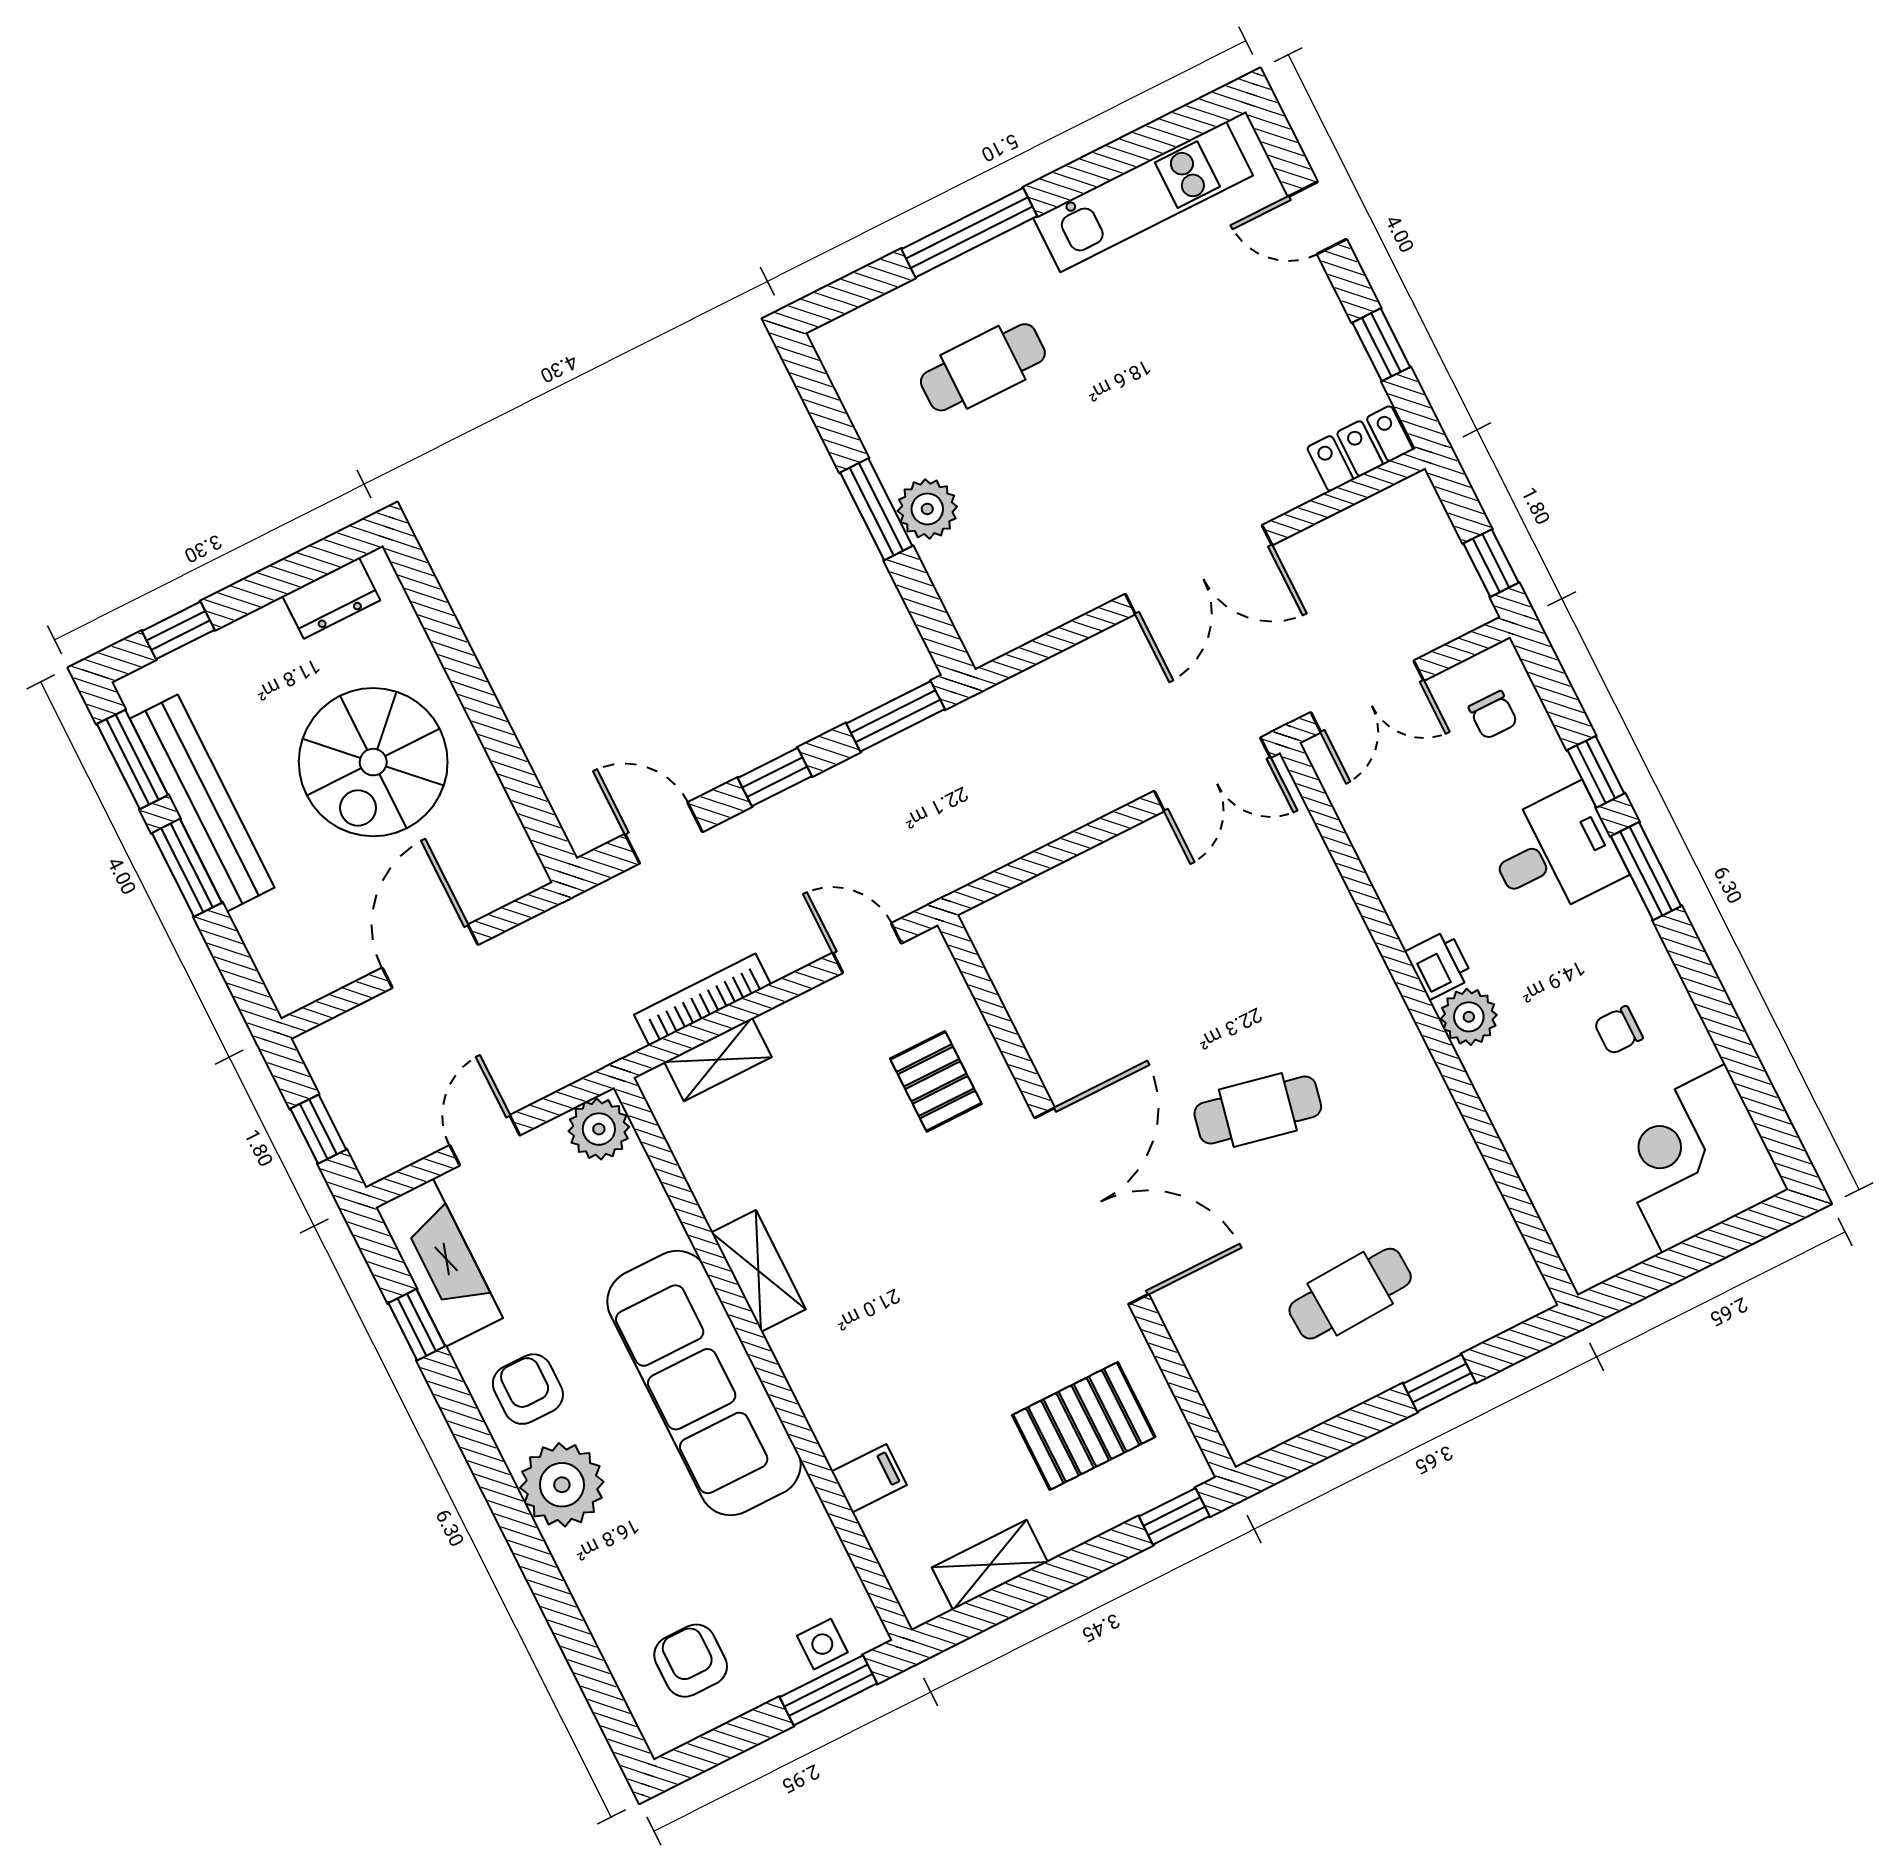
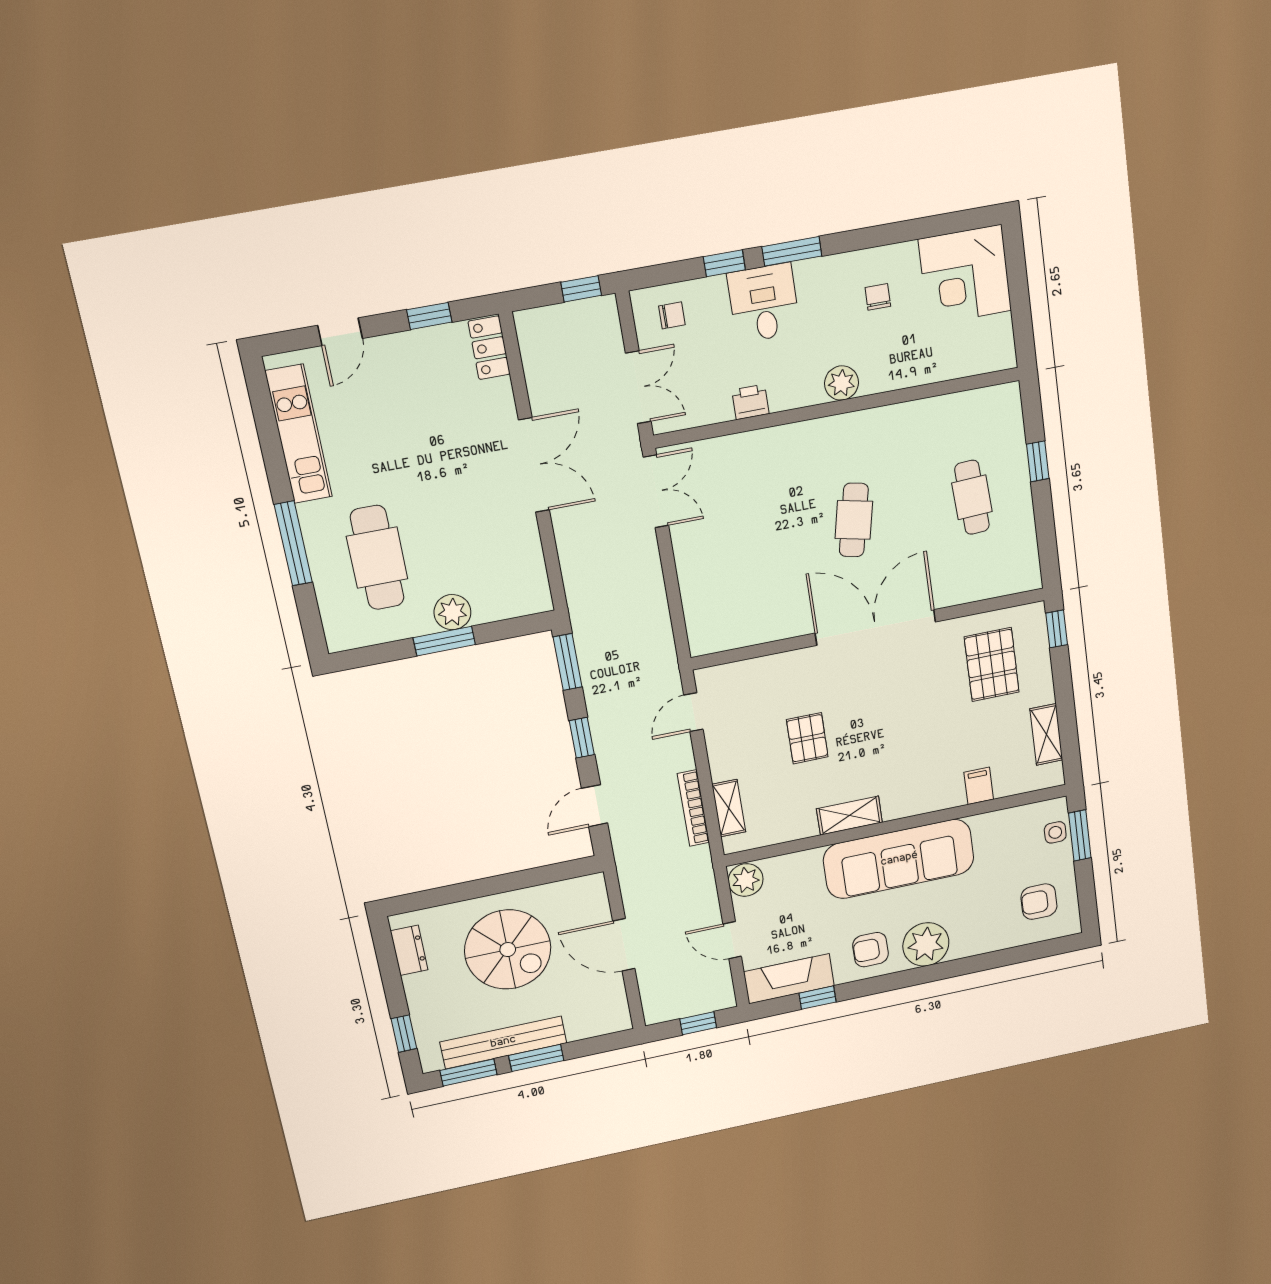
cafe table: (983, 367) -> (377, 558), width x1.37, depth x1.35
printer: (1439, 965) -> (750, 402), moved
chair: (1618, 1030) -> (878, 297), turned 180
pallet: (936, 1081) -> (807, 738), moved, turned 90

